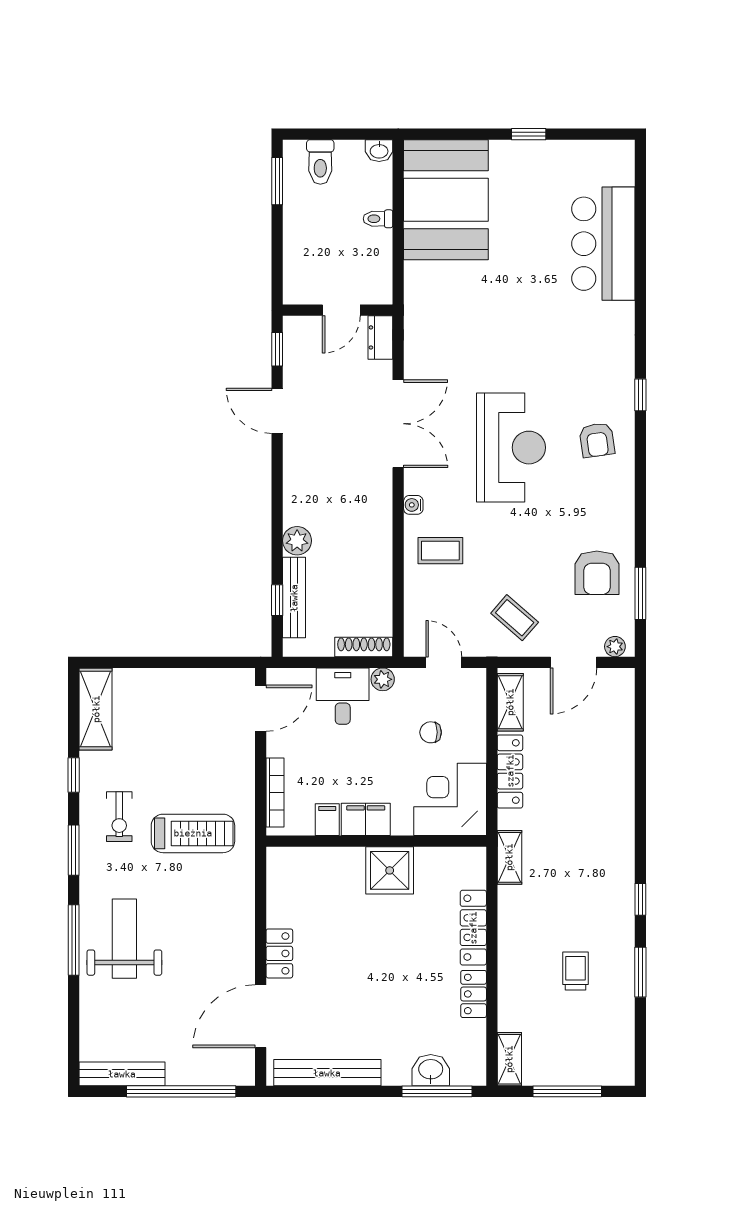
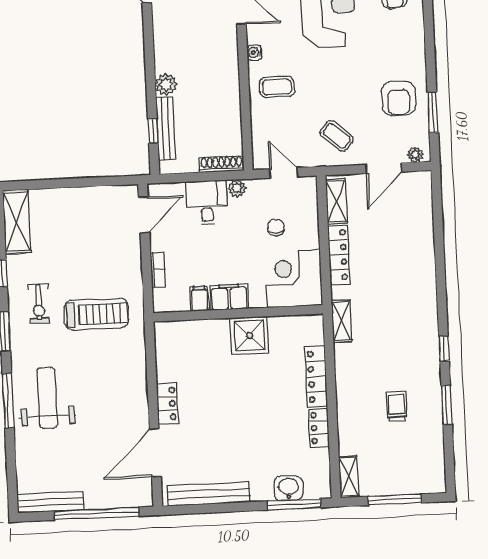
chair: (431, 732) -> (276, 227), turned 90
bookcase: (275, 792) -> (158, 270), width x0.64

